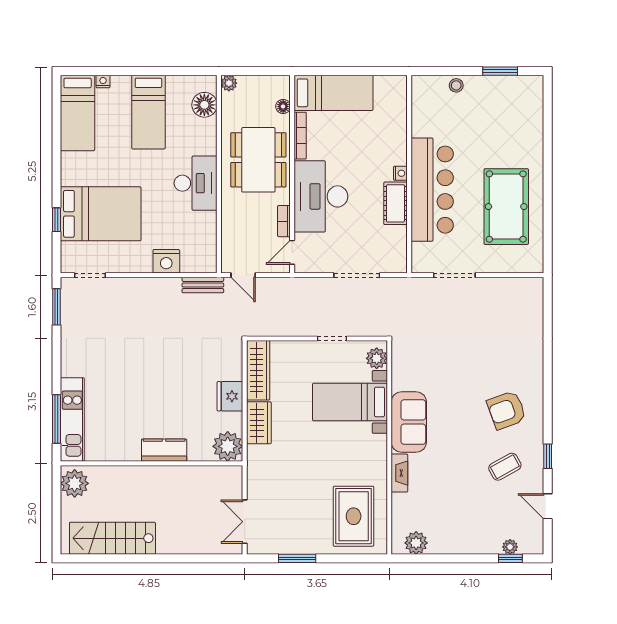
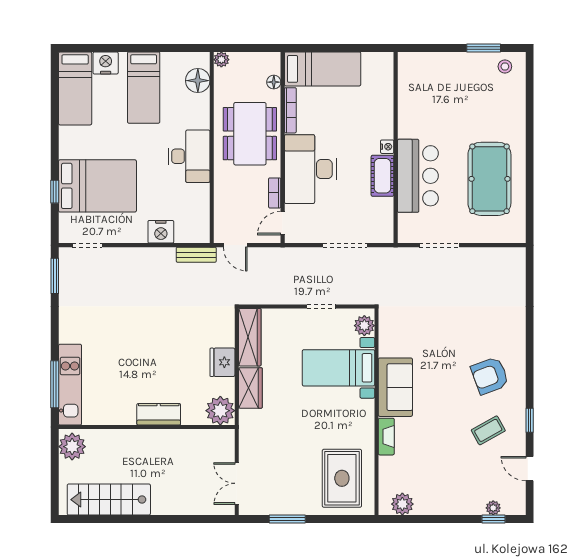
nightstand: (103, 82) -> (106, 63), width x1.89, depth x1.79
stool: (456, 85) -> (505, 66), moved
bar counter: (432, 190) -> (418, 176), width x0.73

